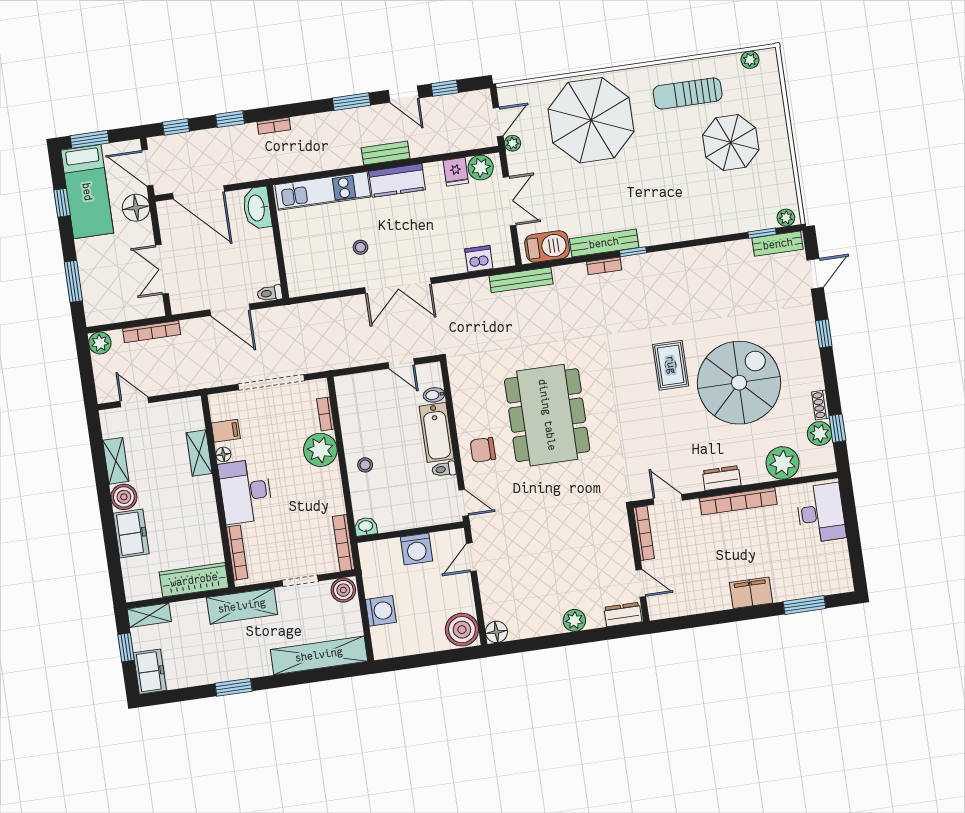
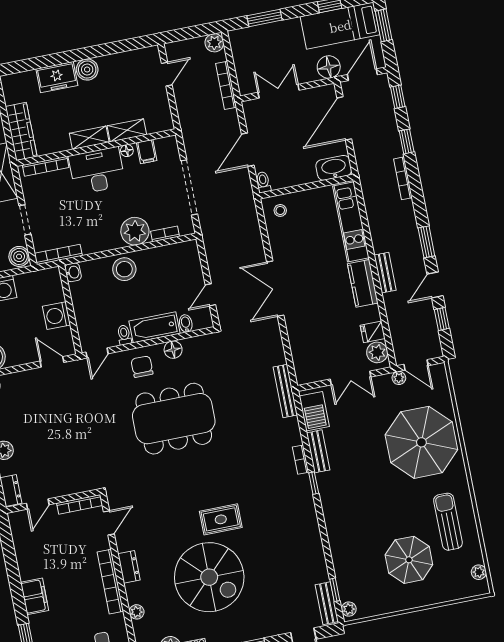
bookcase: (274, 126) -> (403, 178), width x1.56
bench: (604, 243) -> (318, 451), width x0.73
stool: (360, 247) -> (280, 210), moved
dishwasher: (479, 259) -> (301, 355), removed
floor lamp: (464, 412) -> (173, 350), added
shelving: (116, 461) -> (89, 138), moved
plant: (783, 463) -> (137, 612), width x0.53, depth x0.53
stool: (365, 465) -> (124, 269), width x1.89, depth x1.89

